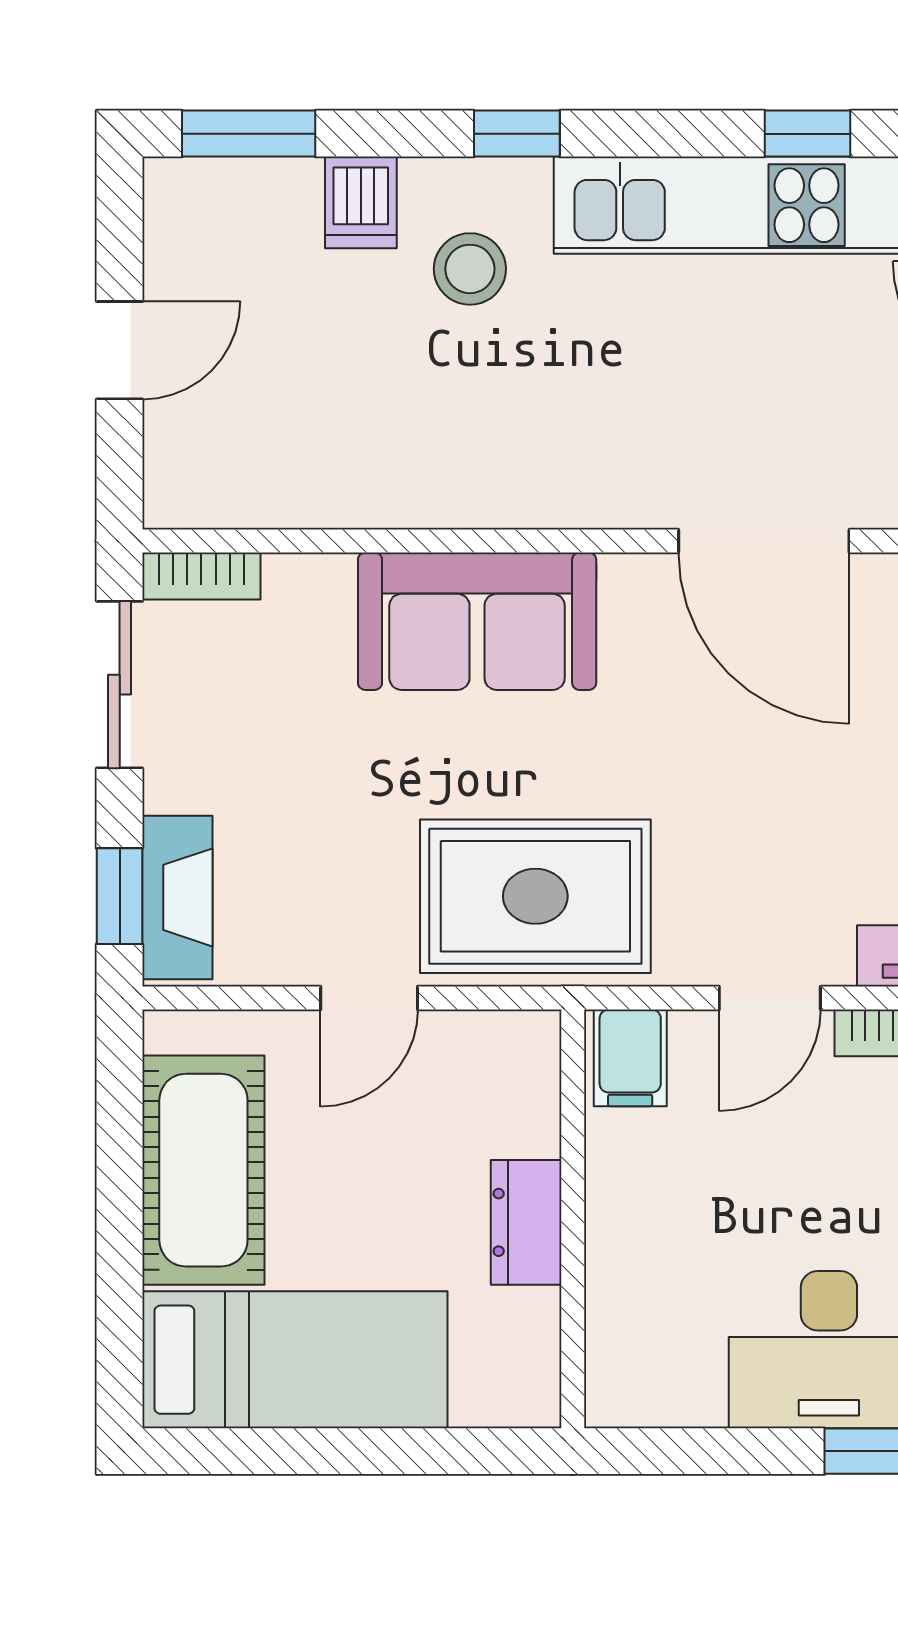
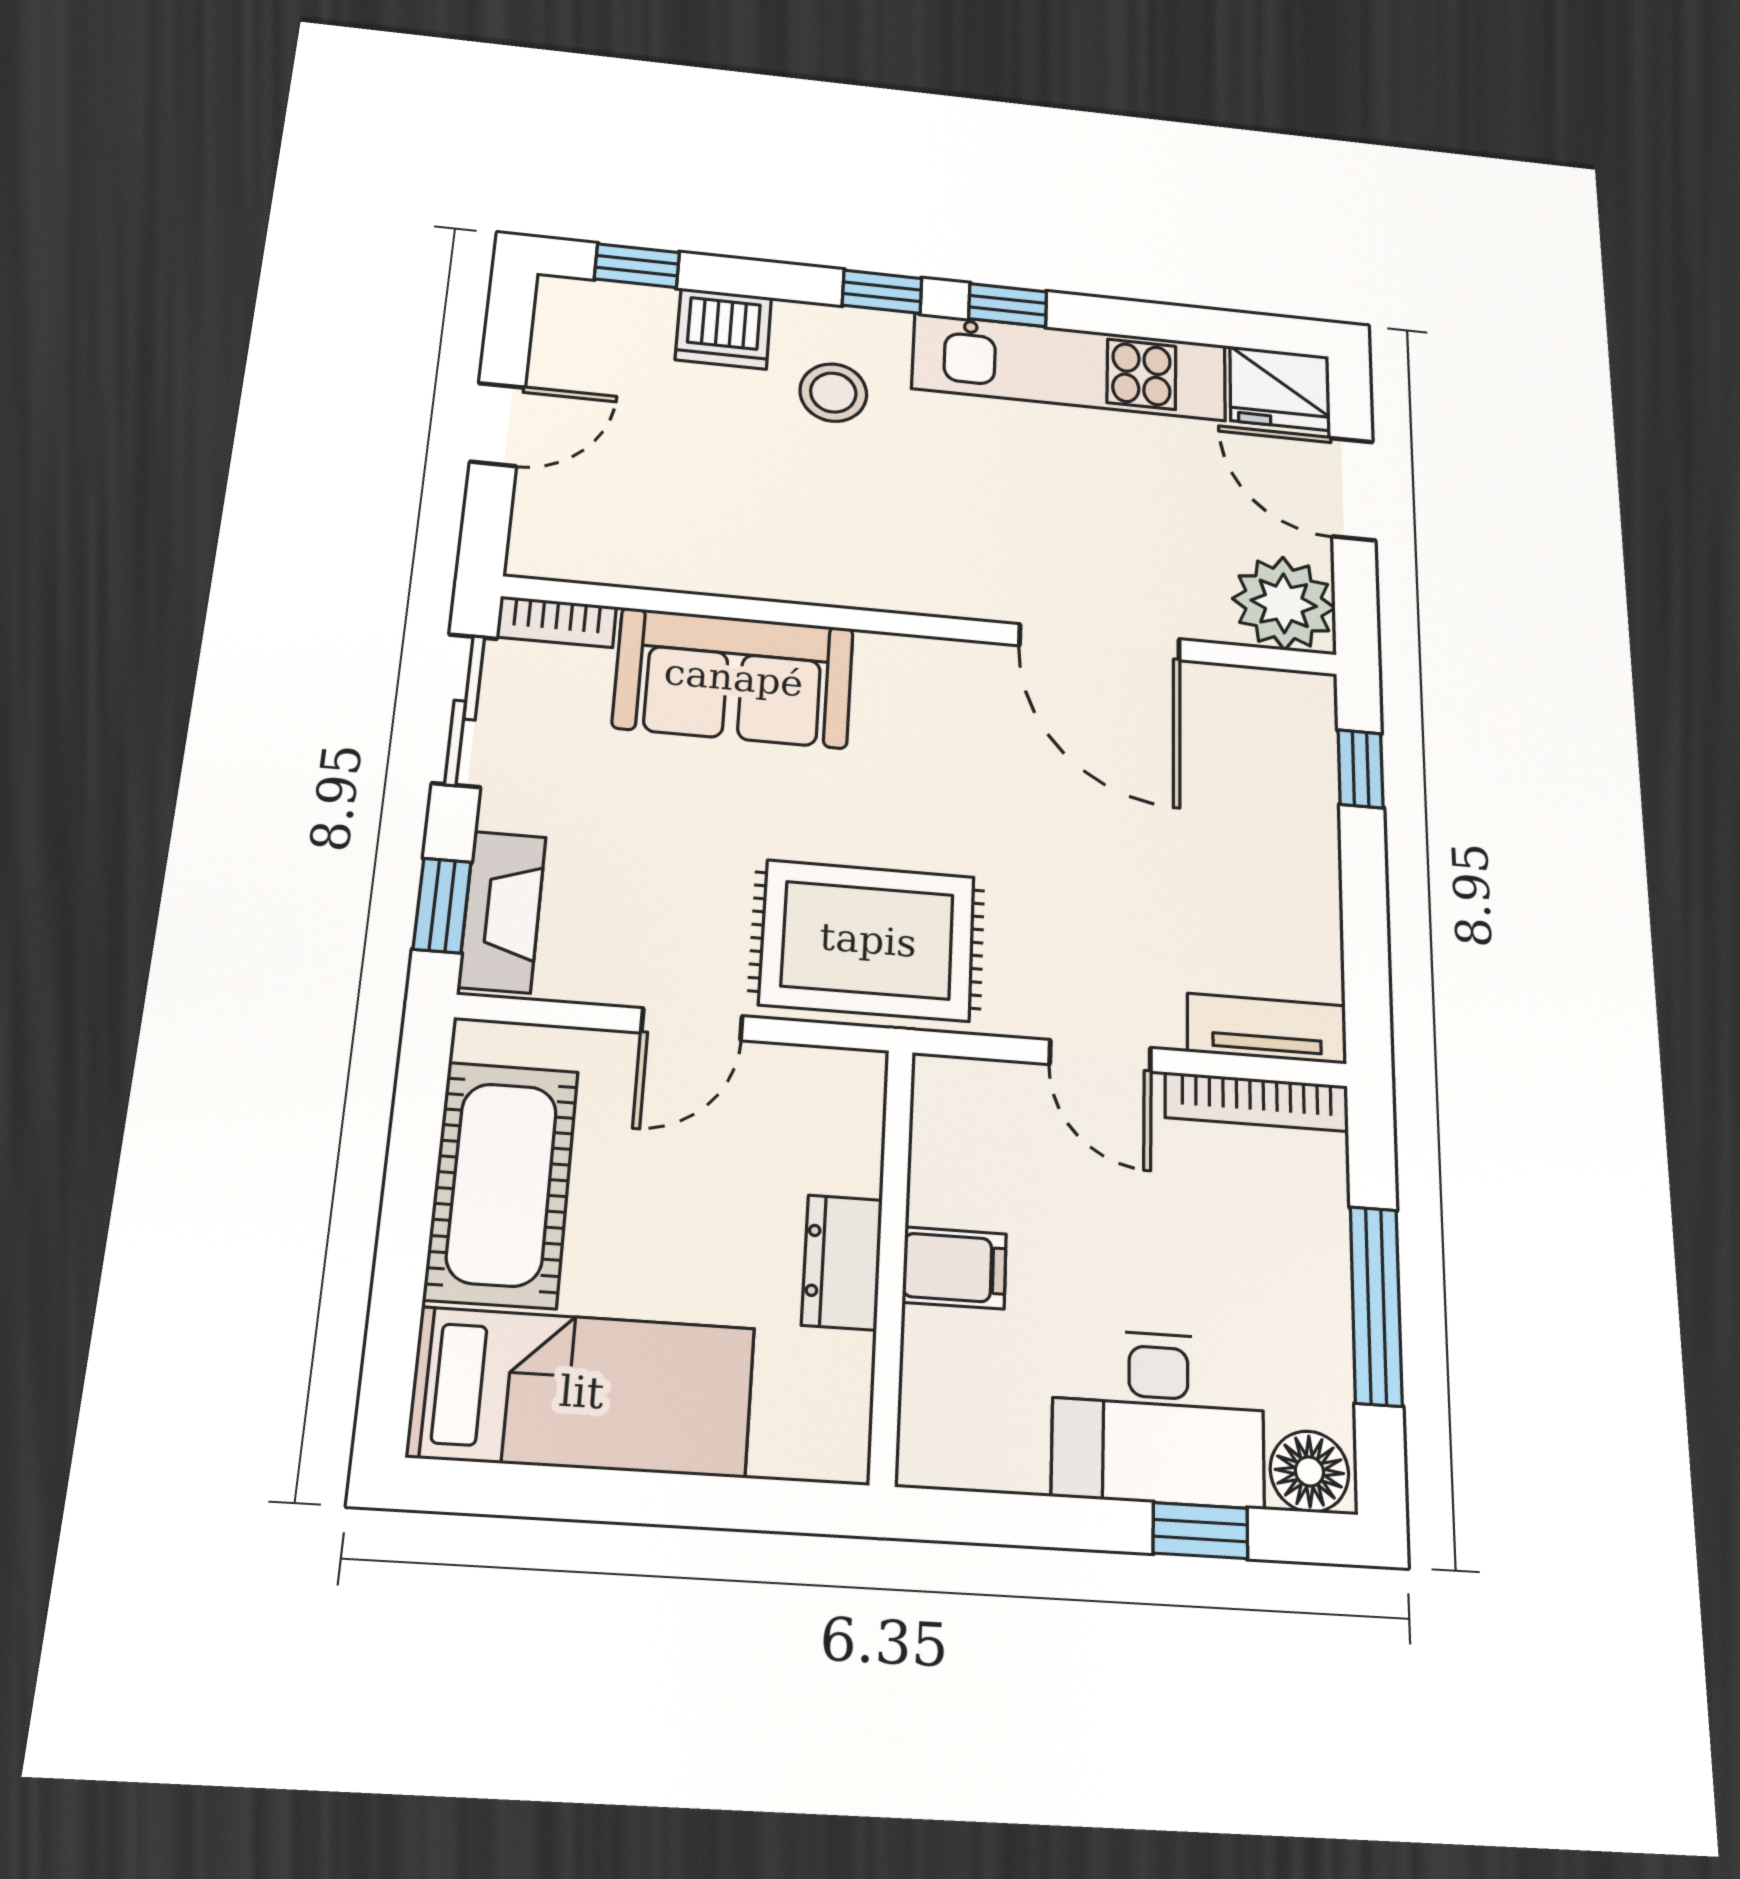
window: (249, 134) -> (637, 266), width x0.67
window: (807, 134) -> (1008, 305), moved
dishwasher: (361, 202) -> (724, 329), width x1.38
sofa: (477, 621) -> (734, 678), moved
door: (770, 998) -> (1100, 1056), hinge flipped
filing cabinet: (630, 1058) -> (954, 1268), moved, turned -90

